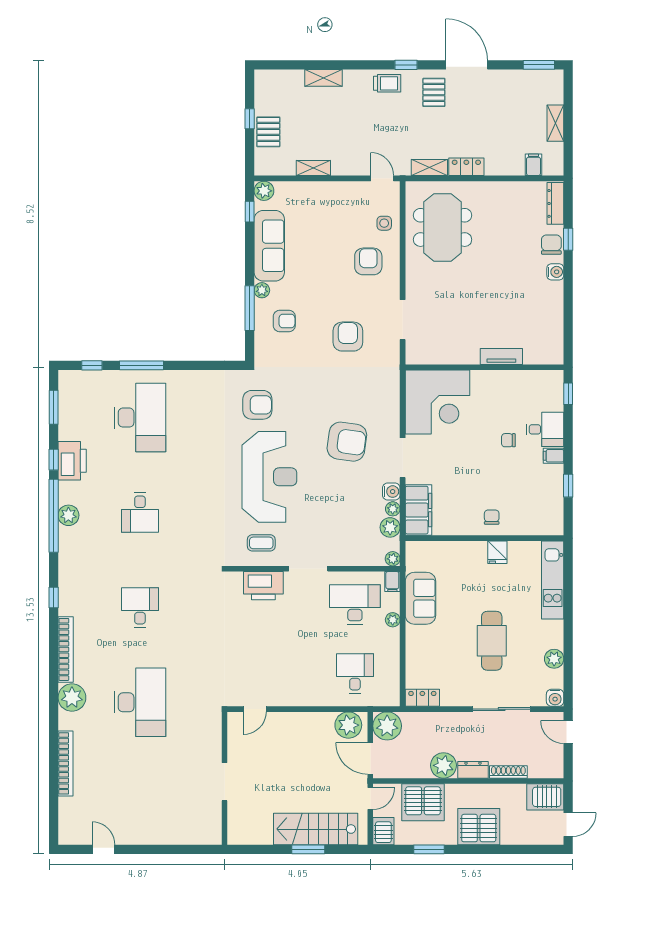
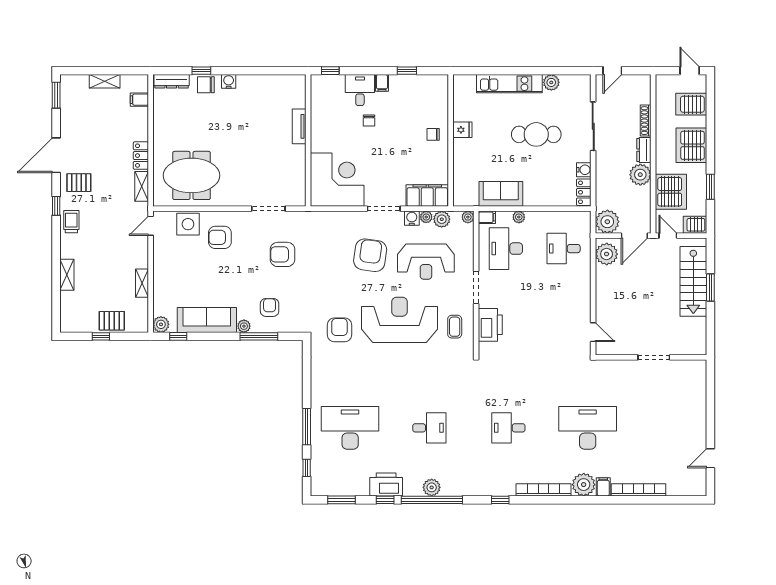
side table: (384, 223) -> (188, 224), width x1.87, depth x1.87
reception desk: (339, 509) -> (426, 262), added
kitchen unit: (553, 580) -> (509, 84), moved
water cooler: (555, 698) -> (584, 170), moved
filing cabinet: (69, 721) -> (603, 487), added
server rack: (545, 797) -> (691, 104), moved, turned 90

